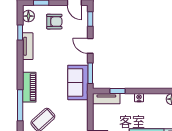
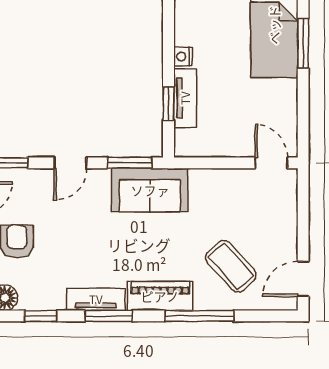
tv unit: (28, 46) -> (96, 299), moved
window: (20, 64) -> (109, 316), added
tv unit: (106, 99) -> (185, 98), moved

